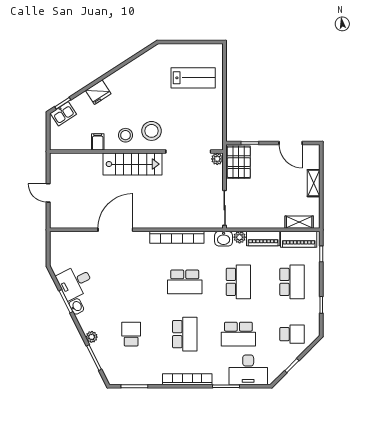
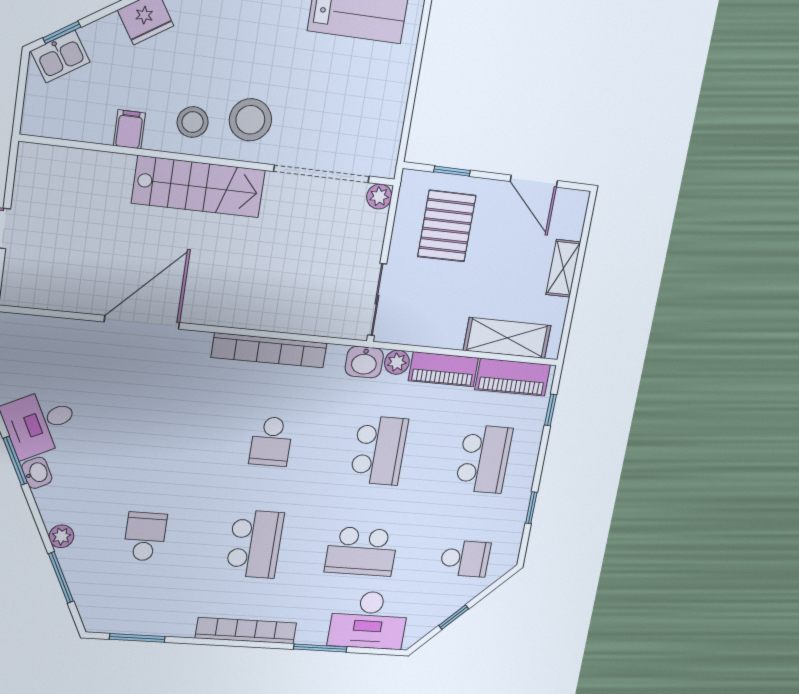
pallet: (239, 162) -> (447, 226), moved
shelving: (299, 222) -> (507, 338), width x1.50, depth x1.33
school desk: (185, 282) -> (271, 442), width x0.54

